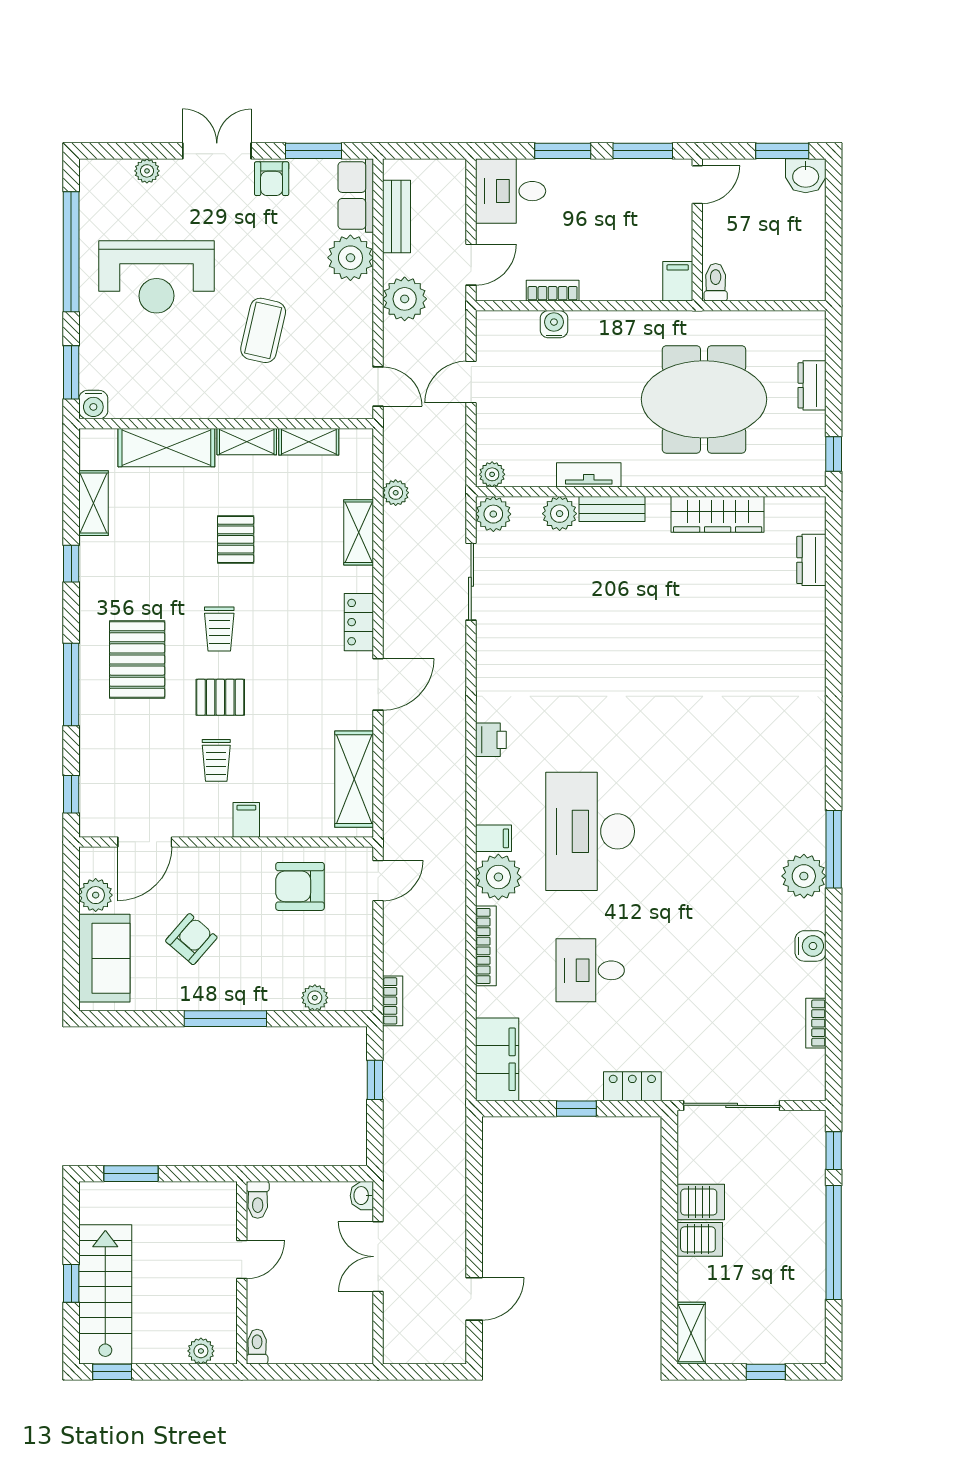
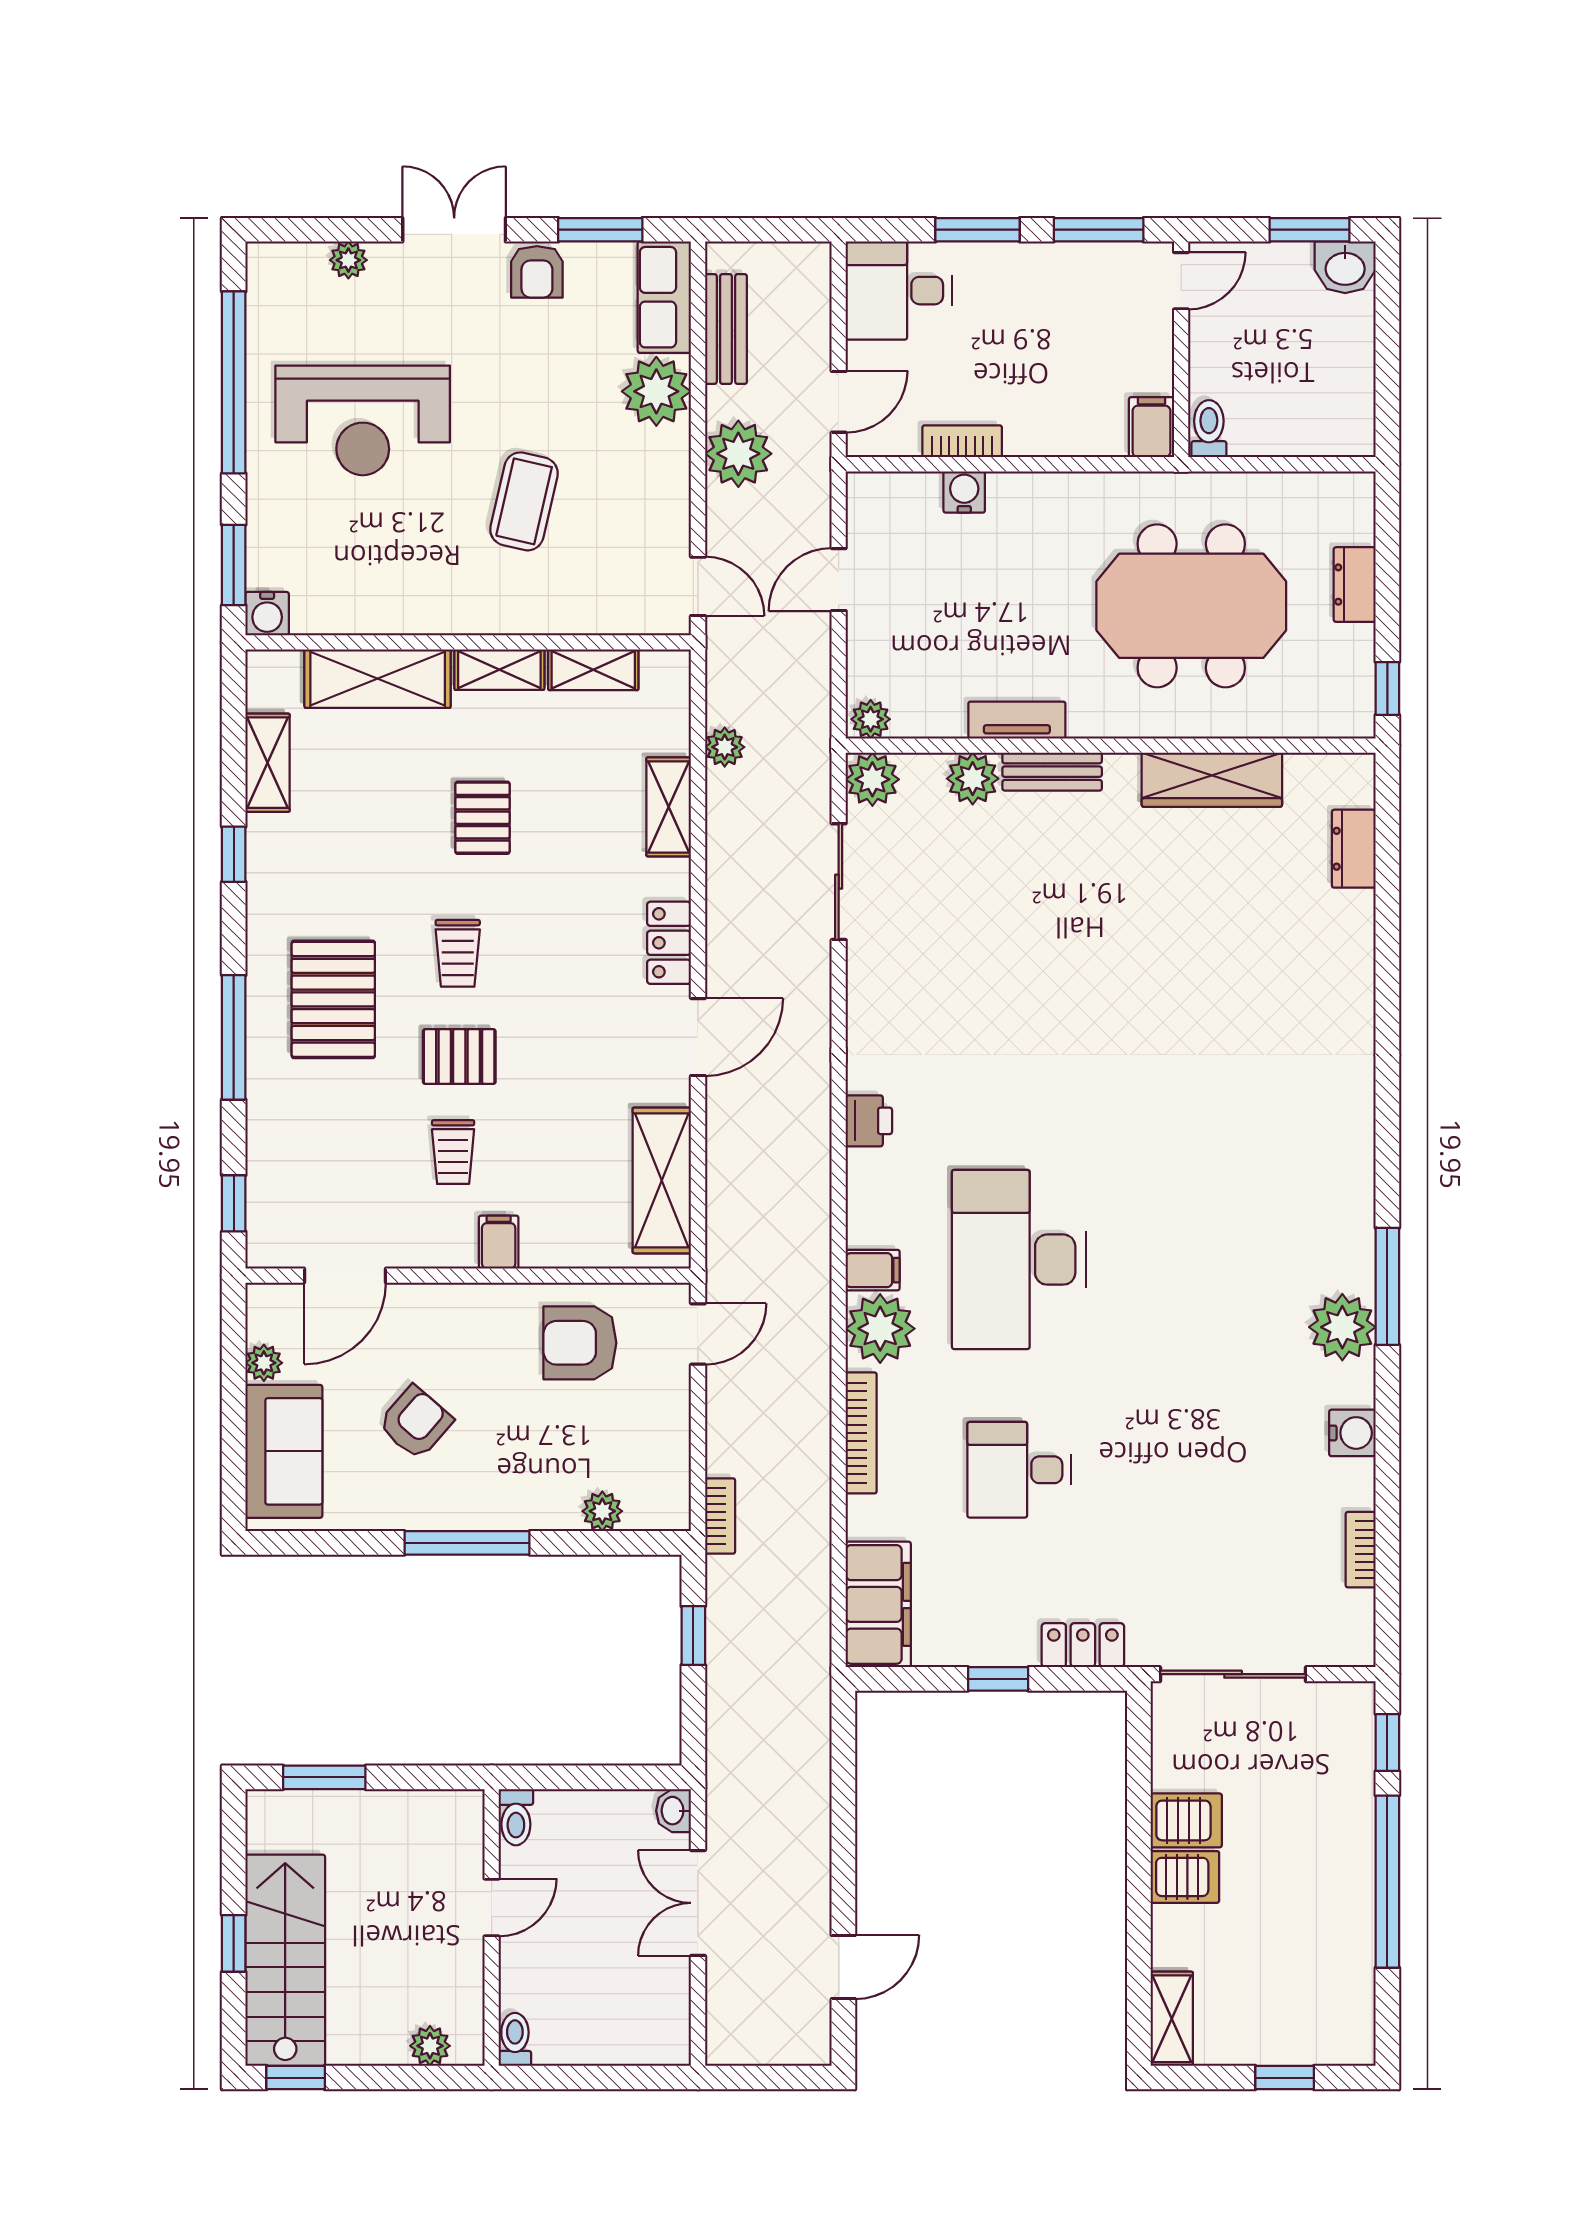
plant: (96, 895) -> (264, 1363), width x0.73, depth x0.73

